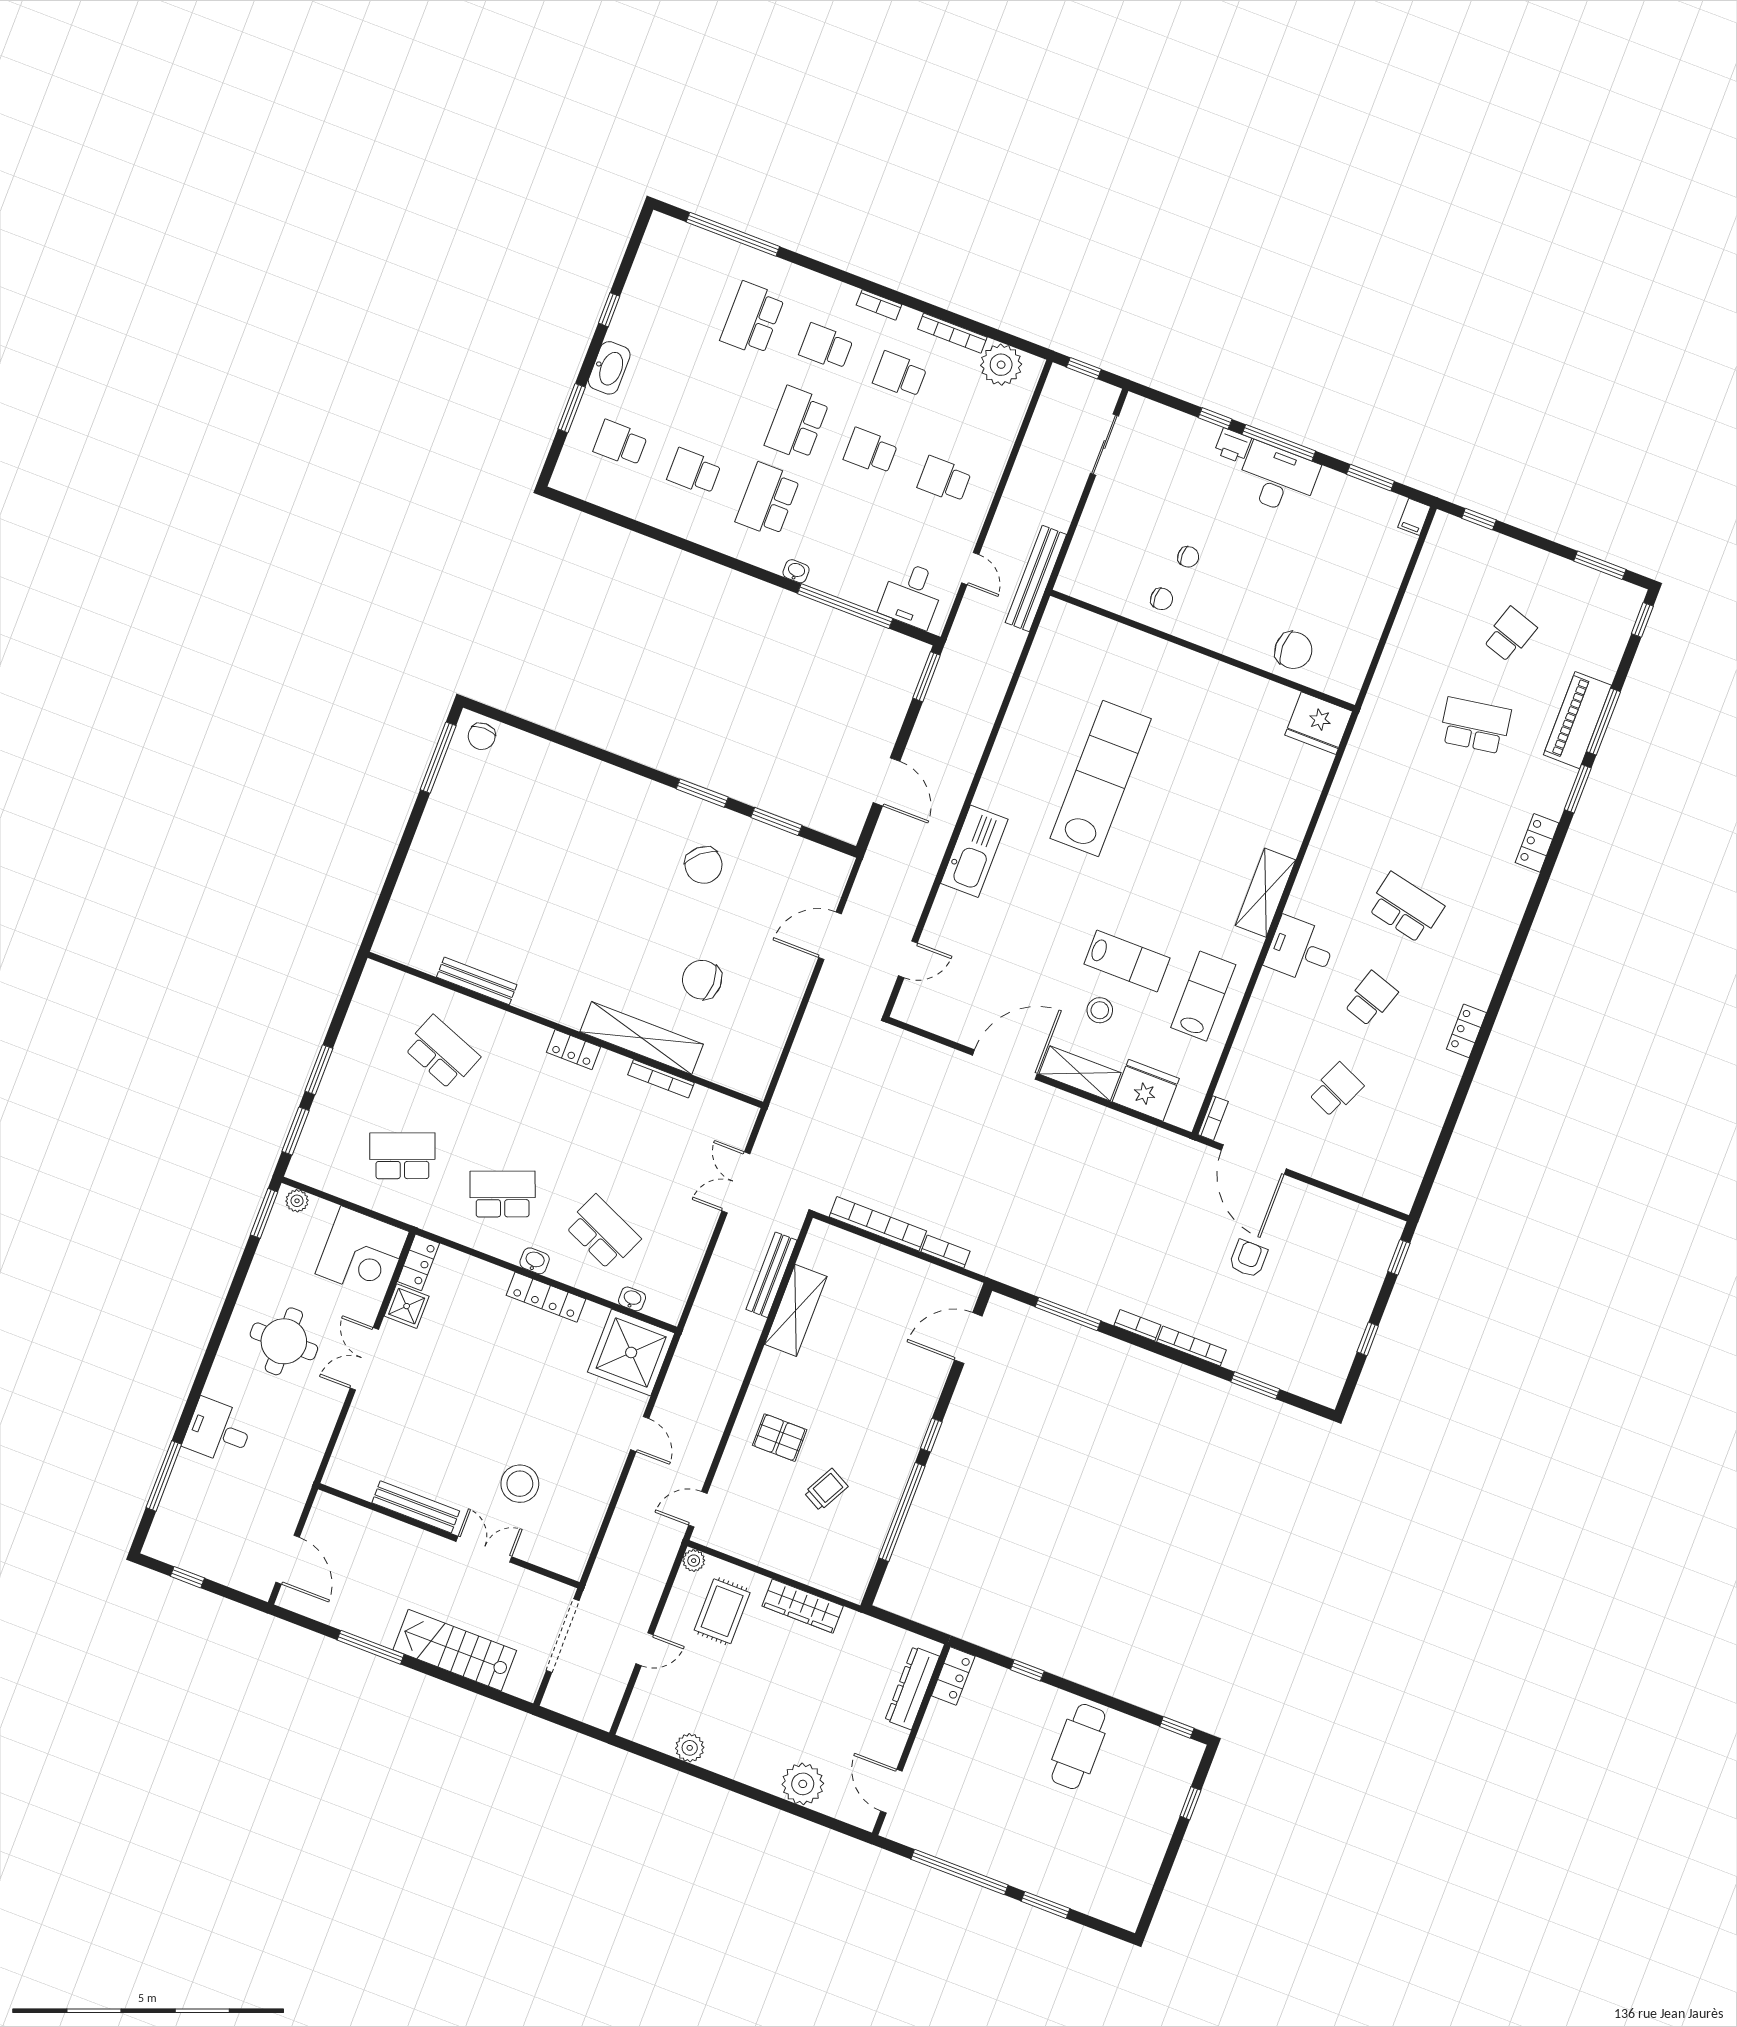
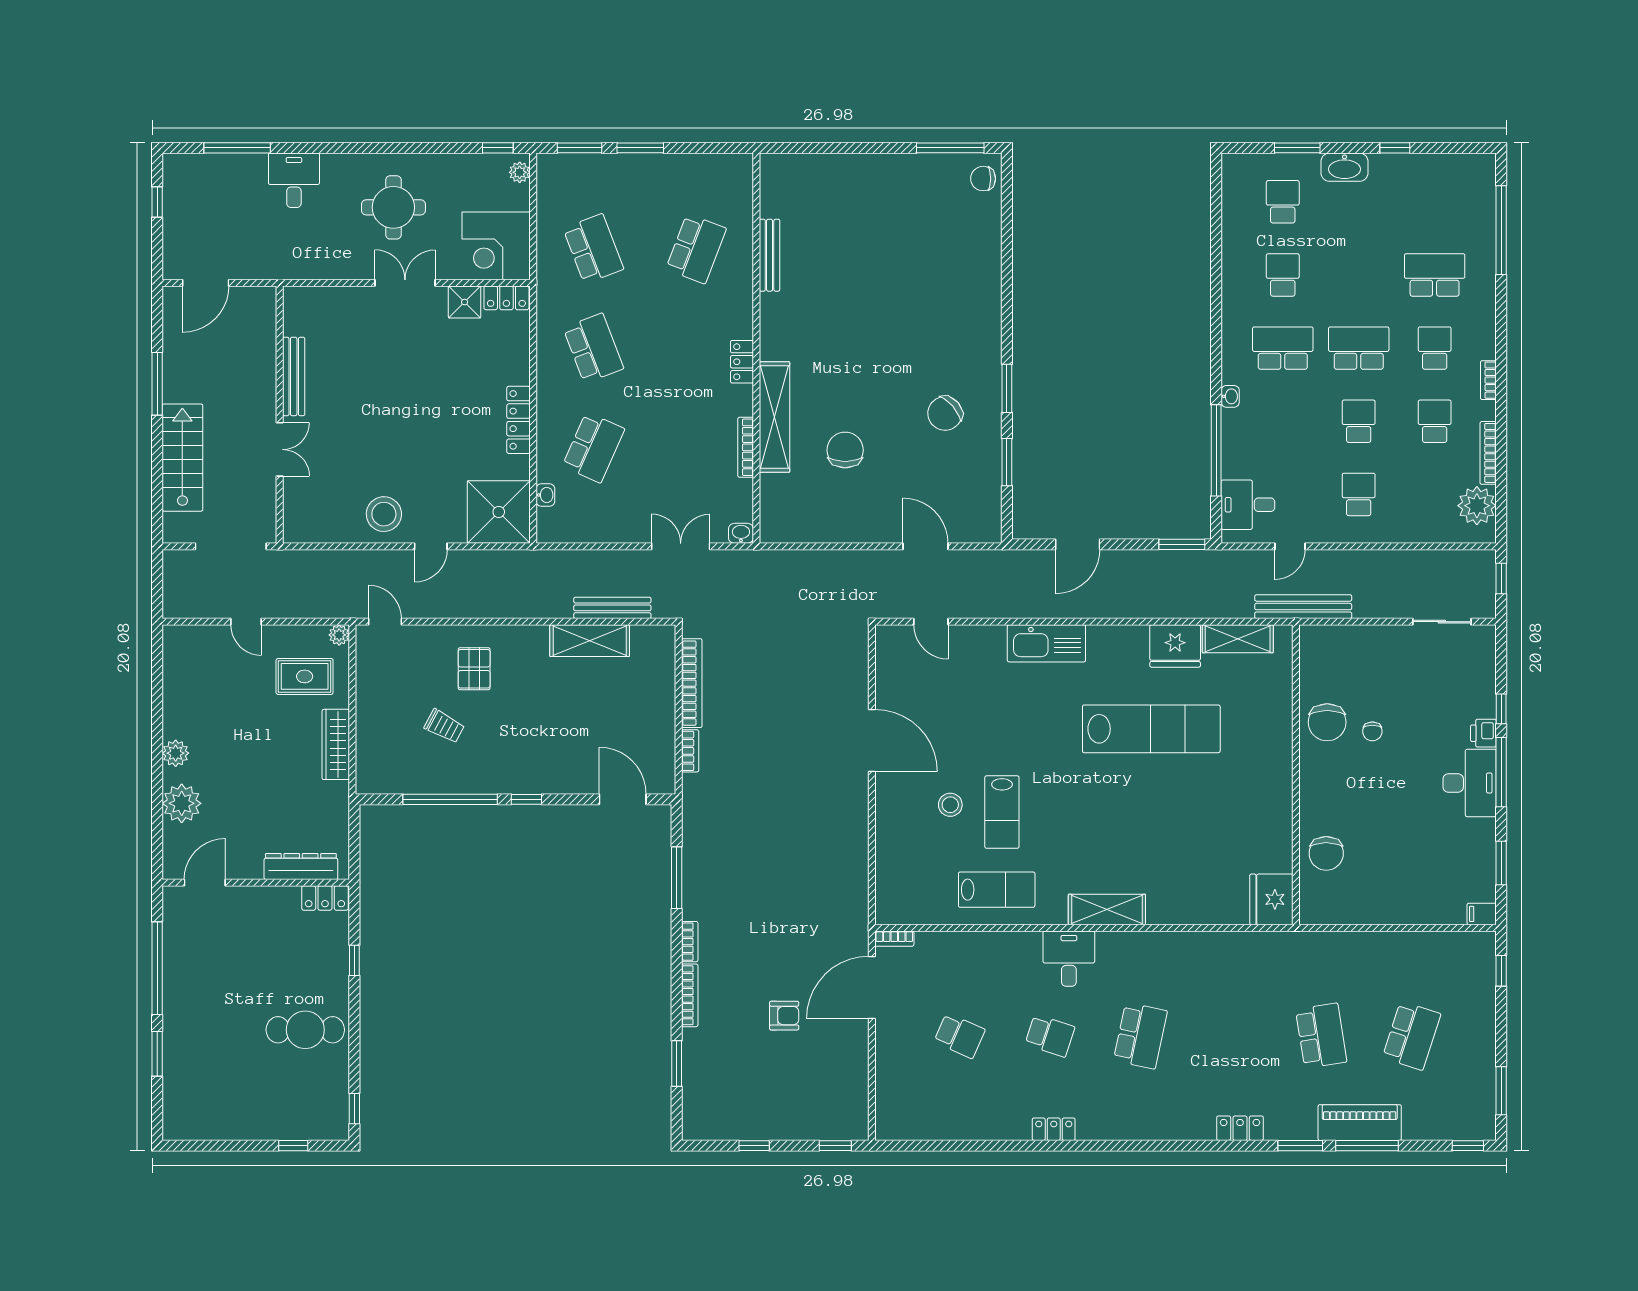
chair: (1162, 599) -> (1327, 722), width x1.87, depth x1.87
school desk: (1510, 634) -> (1412, 1036), width x1.85
shelving: (1080, 1073) -> (1238, 639), moved, turned 90
fridge: (1146, 1090) -> (1175, 646), moved, turned 90
window: (264, 1213) -> (498, 148), width x0.67
washbasin: (535, 1261) -> (741, 533), moved, turned -90
stool: (520, 1484) -> (384, 514), moved
plant: (690, 1748) -> (176, 753), moved

